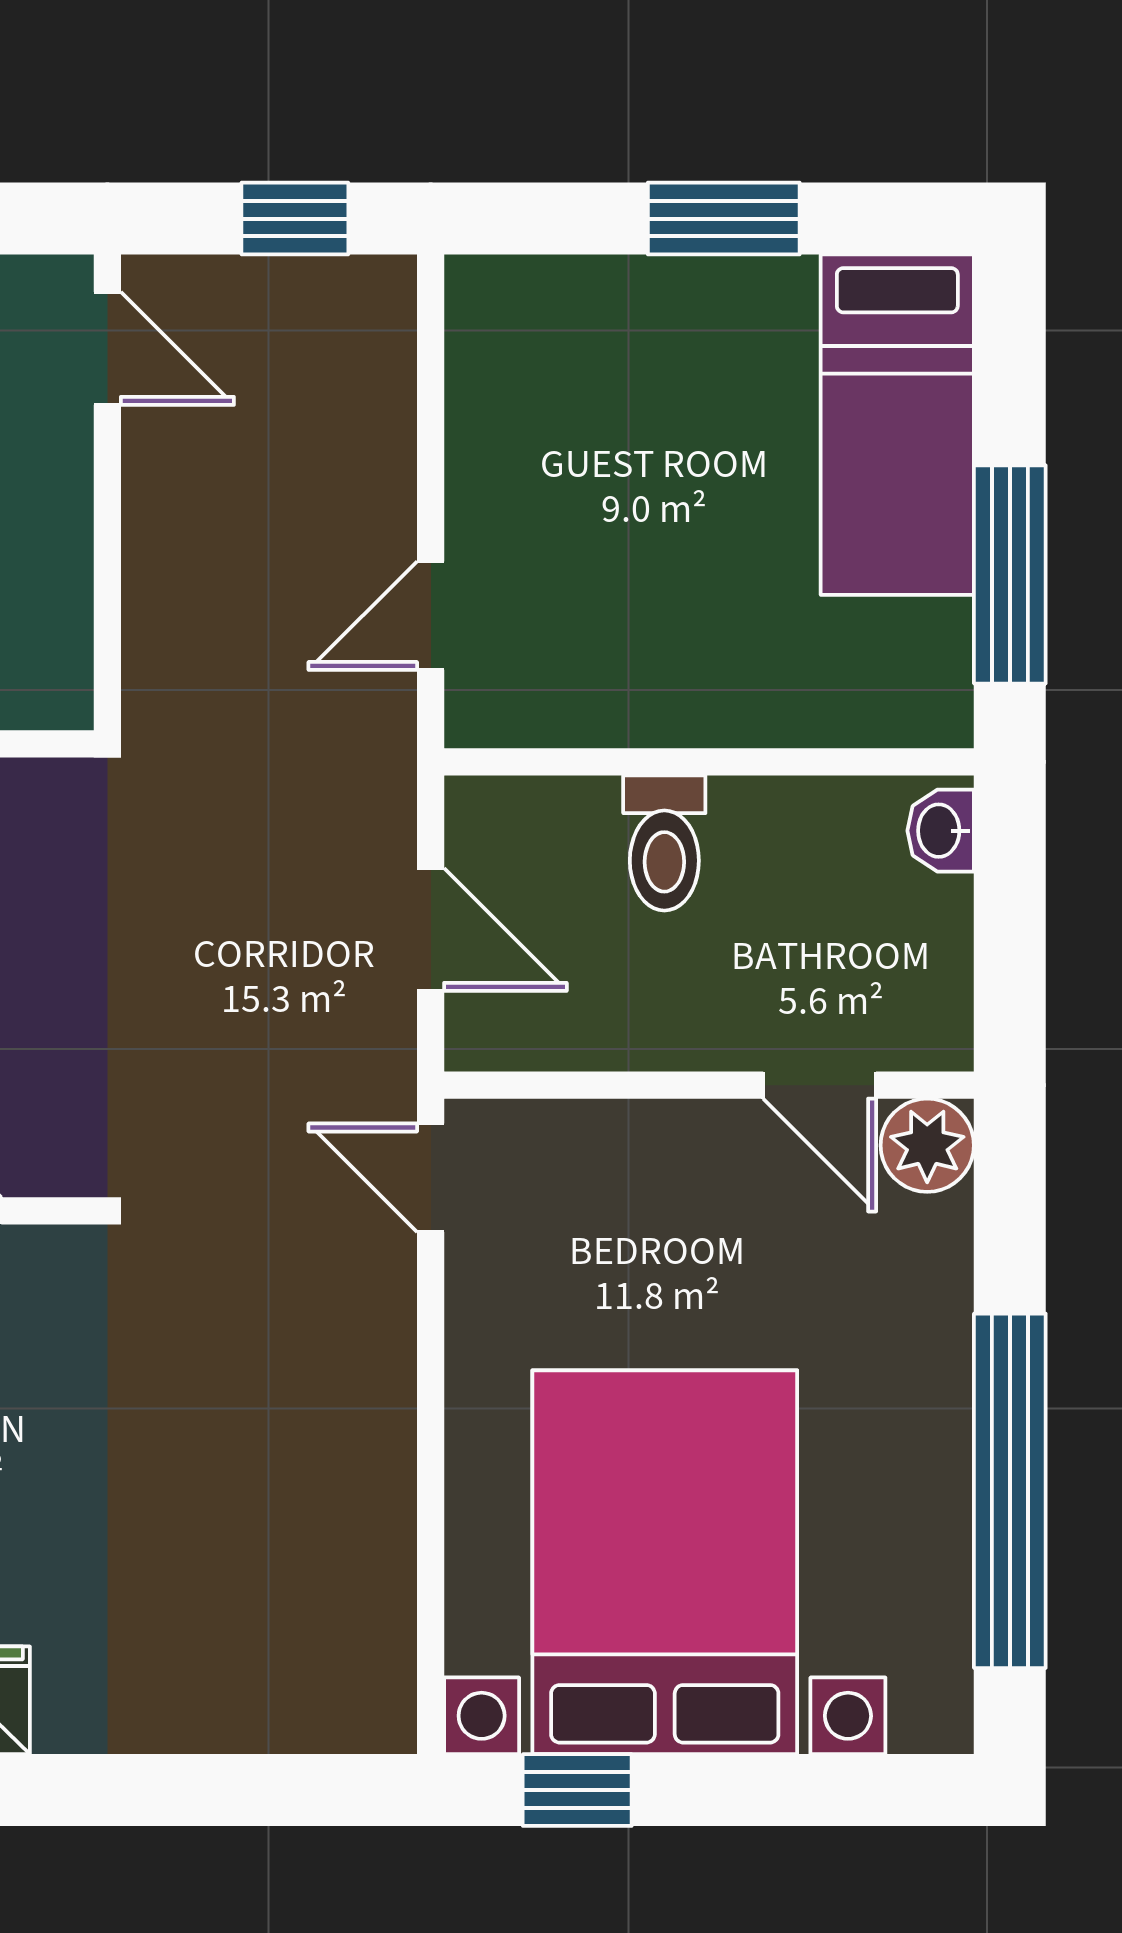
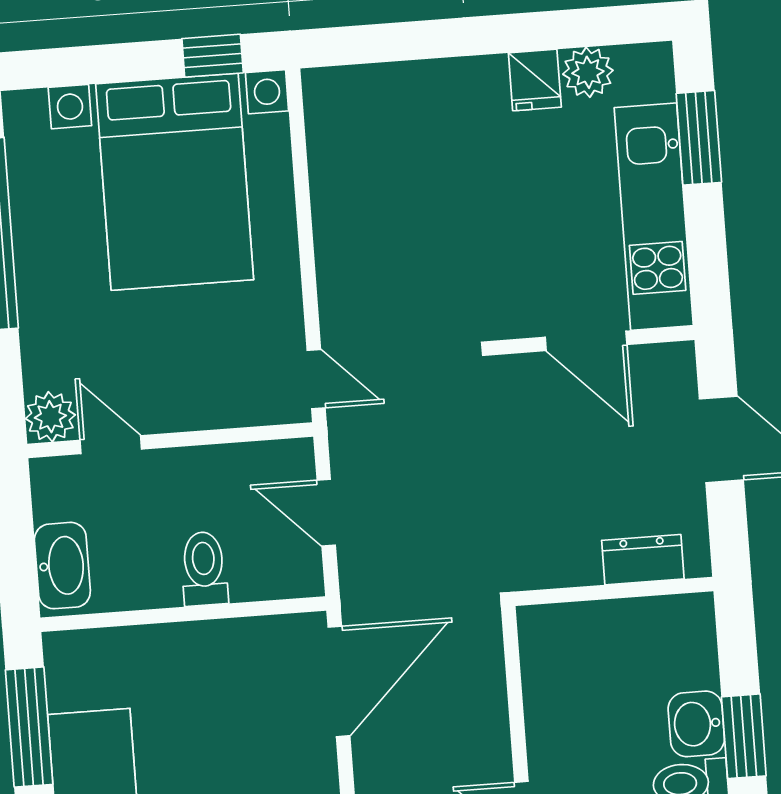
door: (431, 616) -> (339, 681), width x1.88
washbasin: (941, 831) -> (62, 566), width x1.91, depth x1.45

